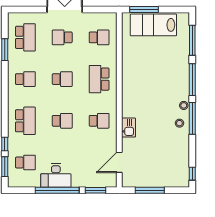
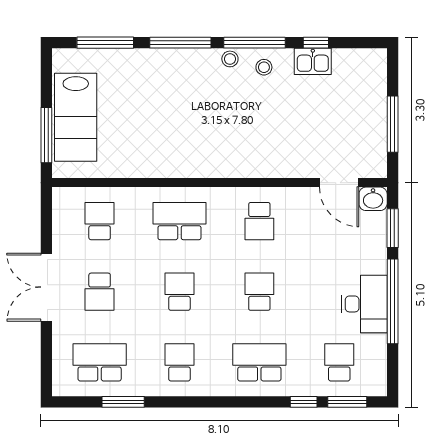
school desk: (99, 79) -> (179, 221), turned 180
school desk: (99, 121) -> (259, 221), turned 180
kitchen sink: (128, 128) -> (313, 61), moved, turned 180
window: (192, 174) -> (316, 43), moved
washbasin: (111, 180) -> (373, 199), added

